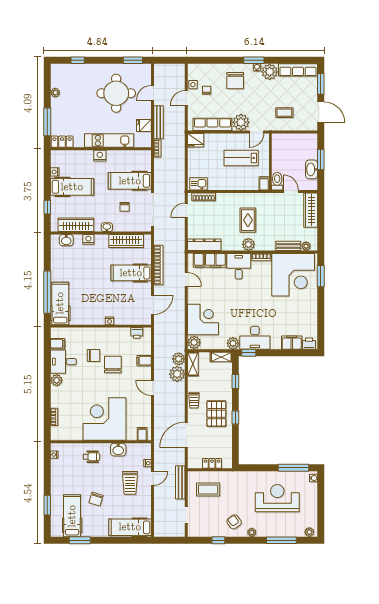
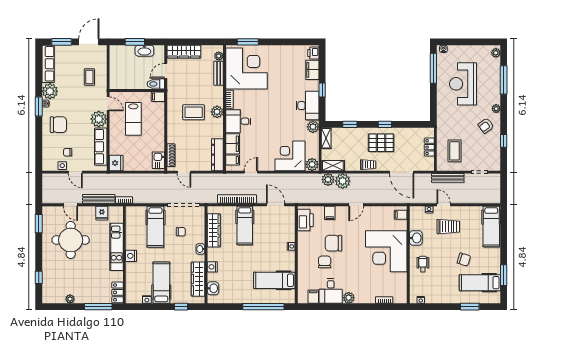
hospital bed: (60, 303) -> (274, 280), moved
printer: (137, 333) -> (305, 220), width x1.87, depth x1.48
window: (249, 353) -> (322, 90), moved

